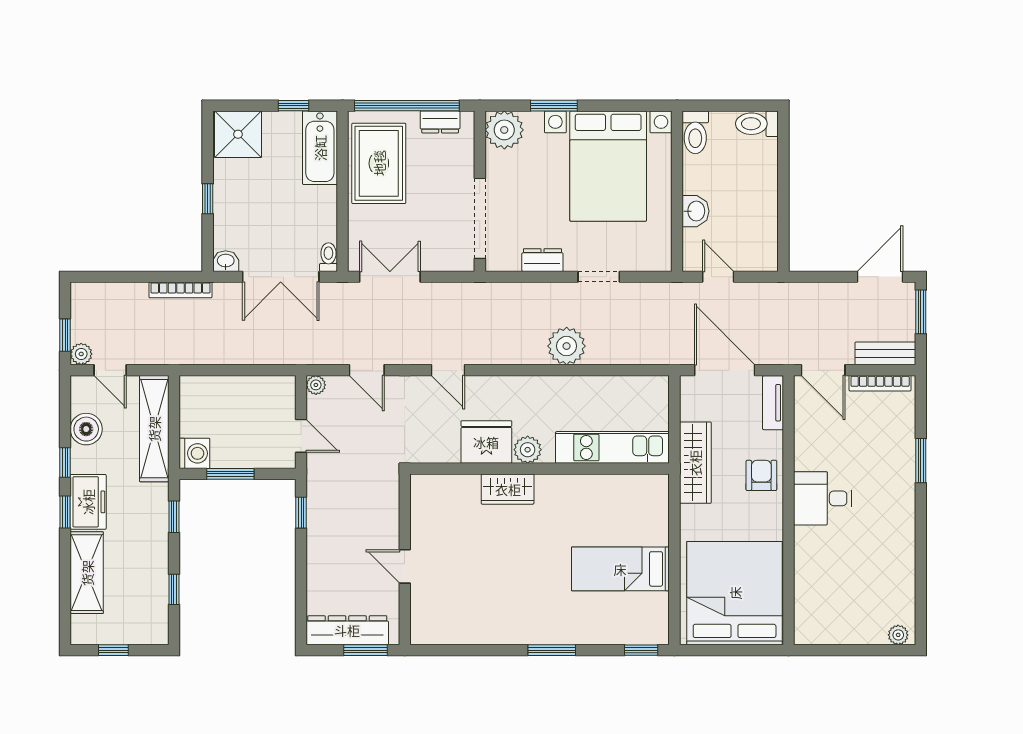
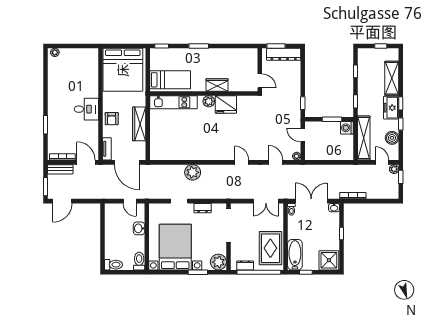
fridge: (486, 442) -> (226, 105), moved
kitchen unit: (612, 447) -> (173, 102), moved
plant: (528, 450) -> (209, 101), moved
wall: (540, 469) -> (204, 93), moved
wardrobe: (508, 489) -> (217, 85), moved

